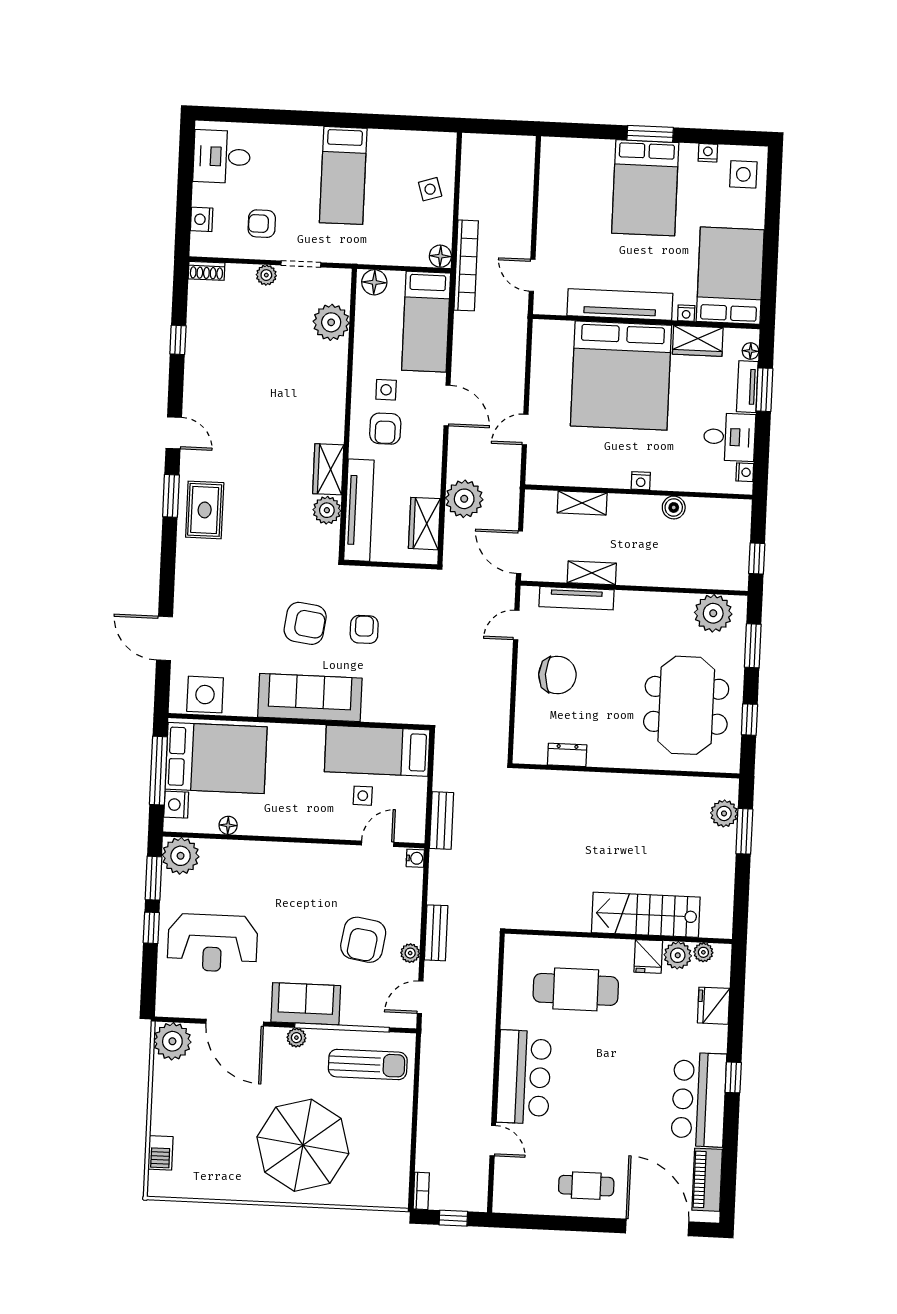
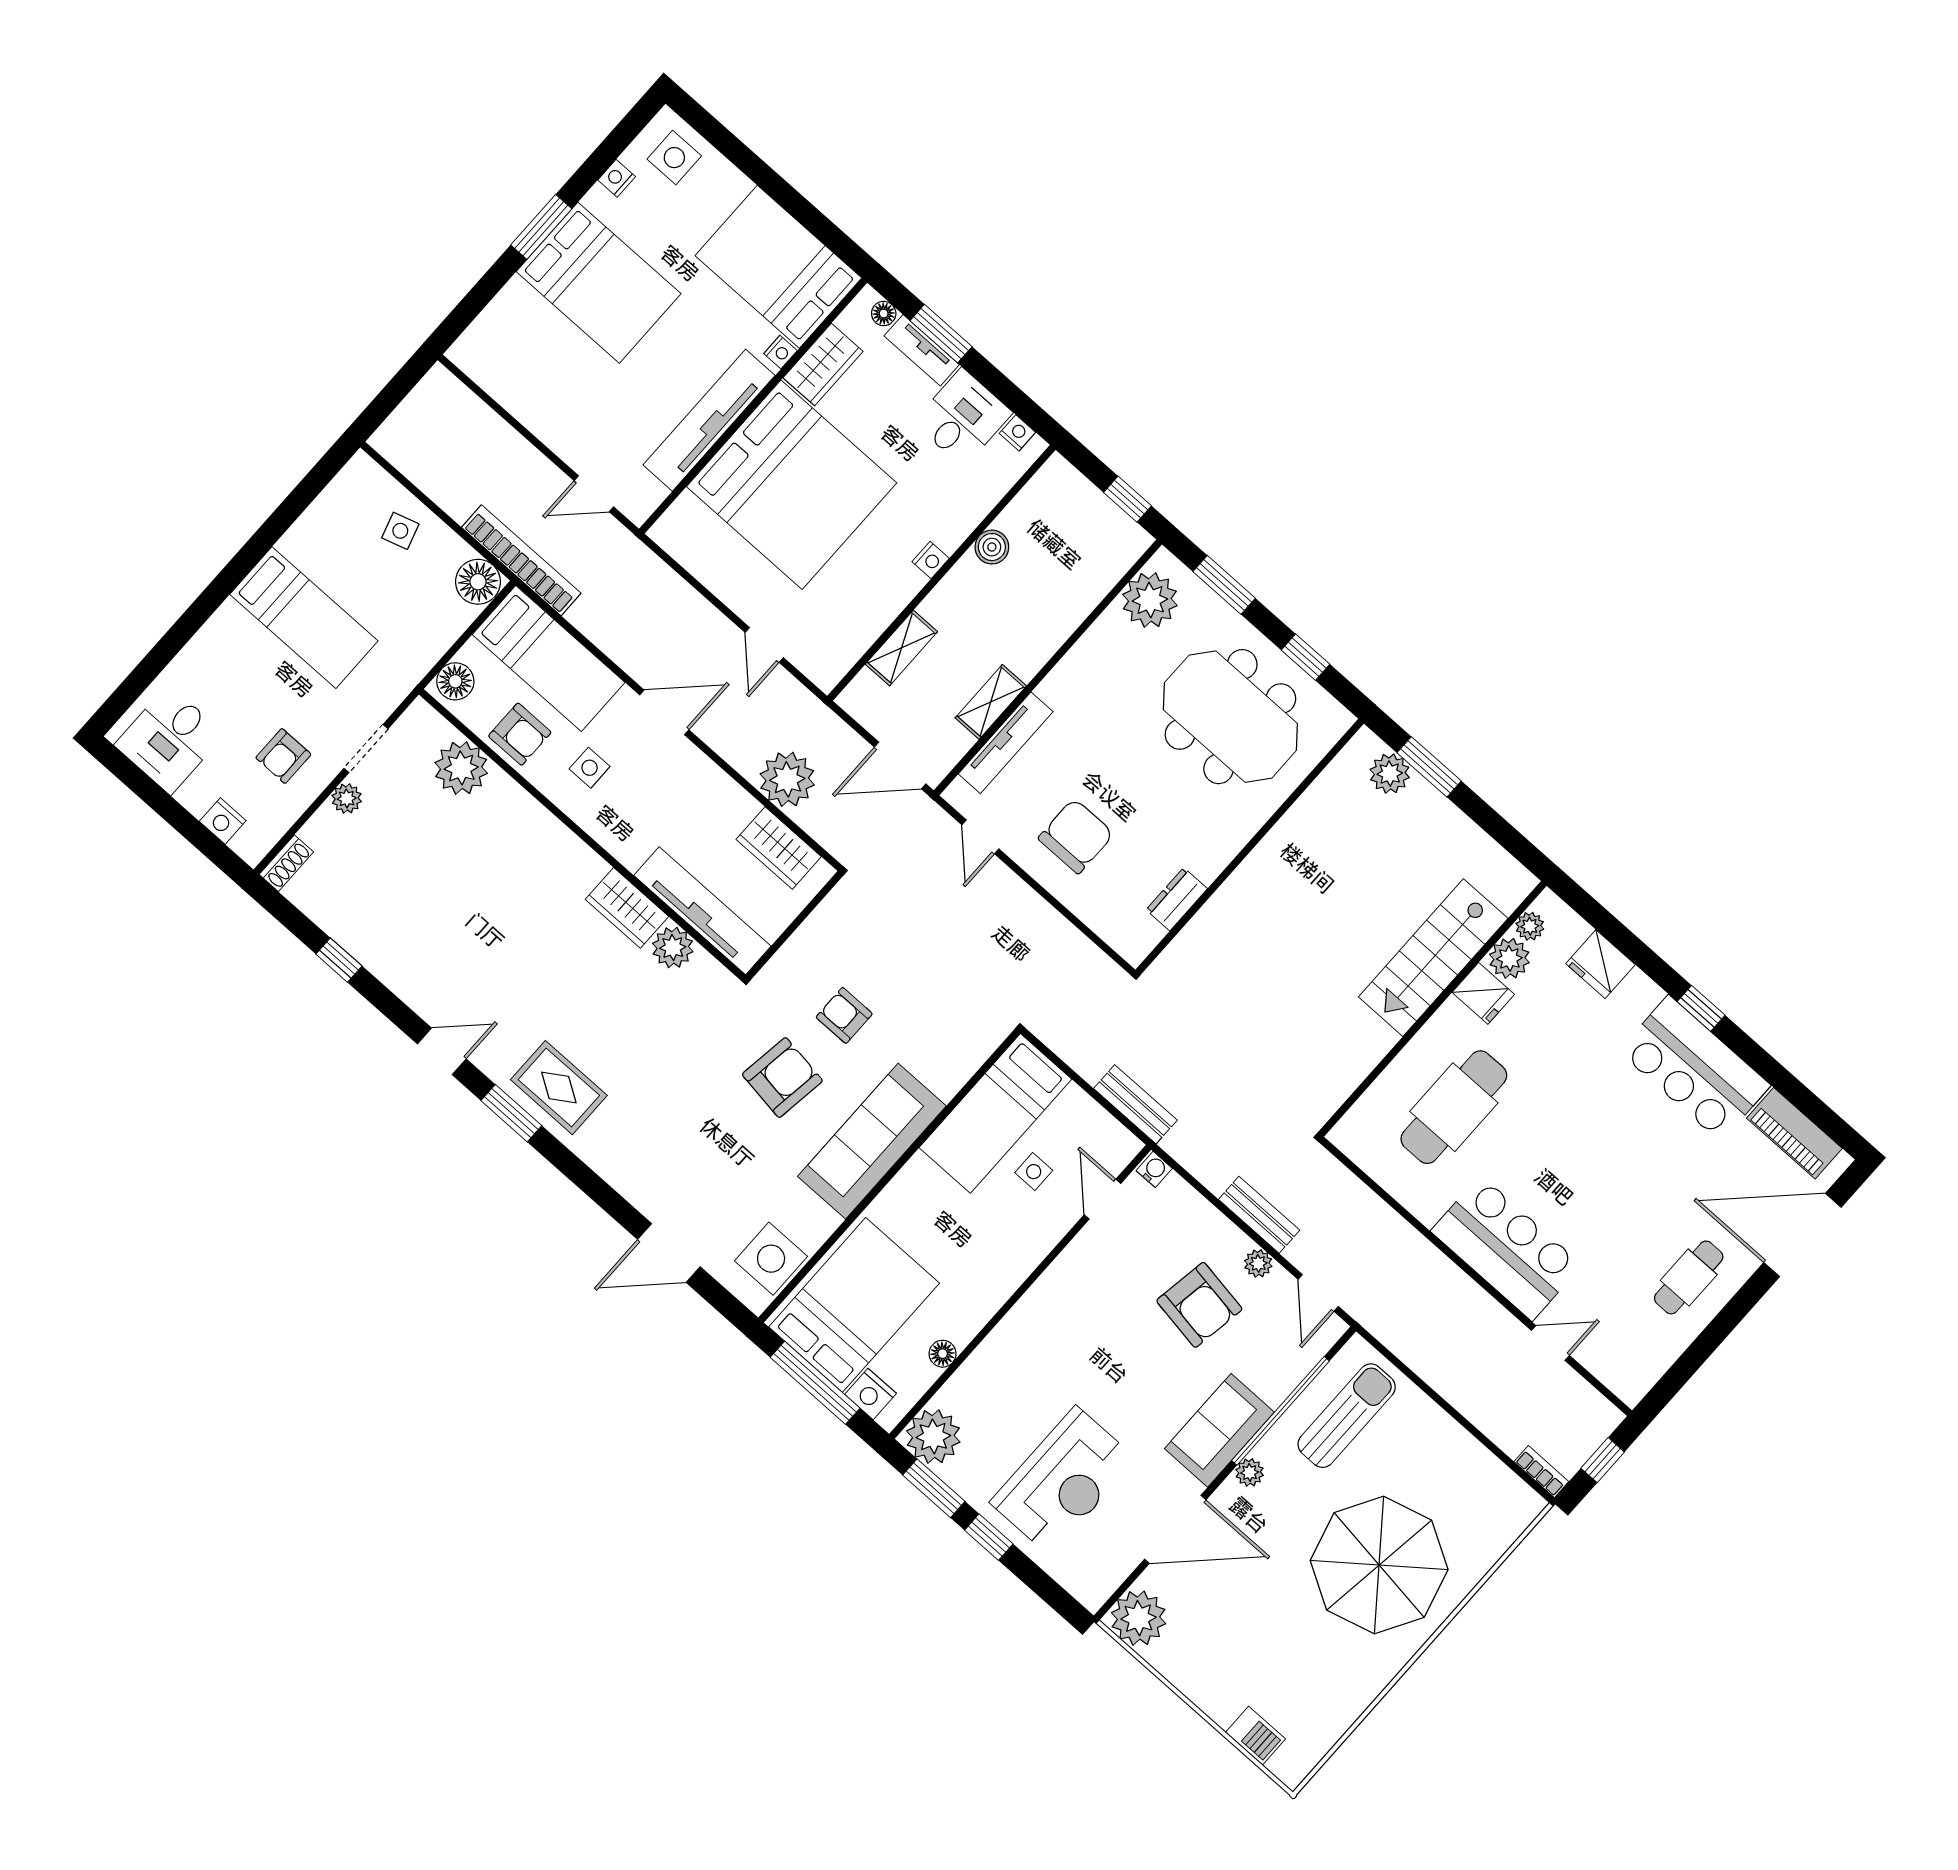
floor lamp: (440, 256) -> (478, 582), width x1.38, depth x1.38
armchair: (385, 429) -> (520, 734), moved

